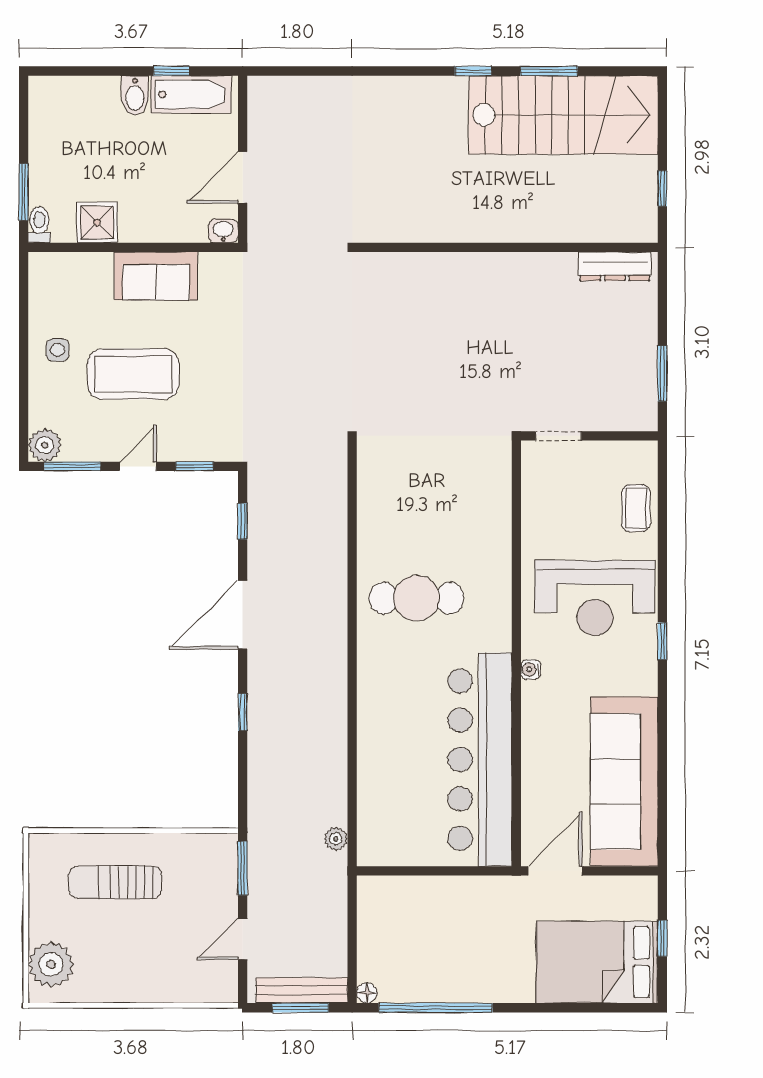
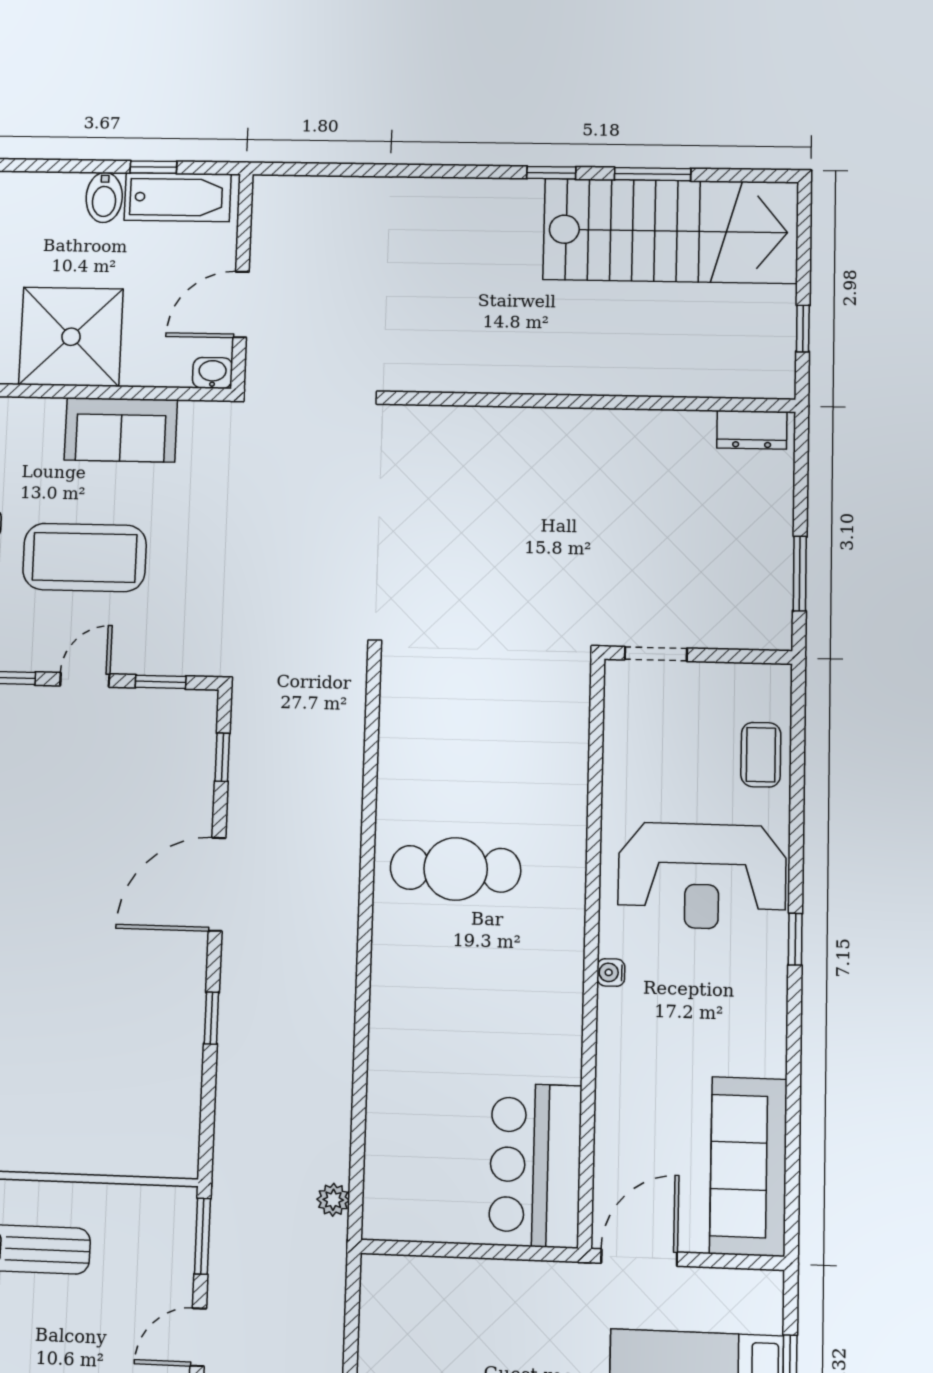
shower: (97, 222) -> (71, 337), width x1.86, depth x1.86
dresser: (615, 266) -> (752, 430), width x0.70
bar counter: (480, 760) -> (535, 1165), width x0.54
sofa: (624, 781) -> (748, 1166), width x0.74, depth x0.79

